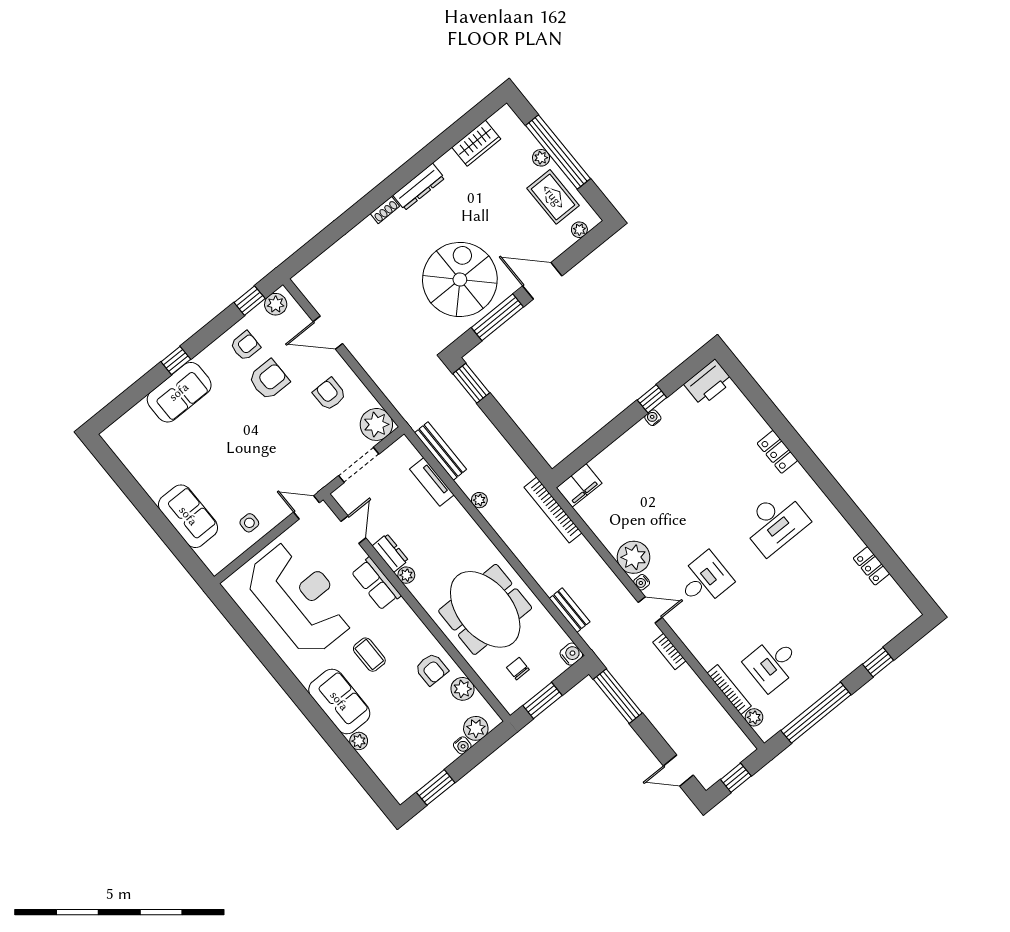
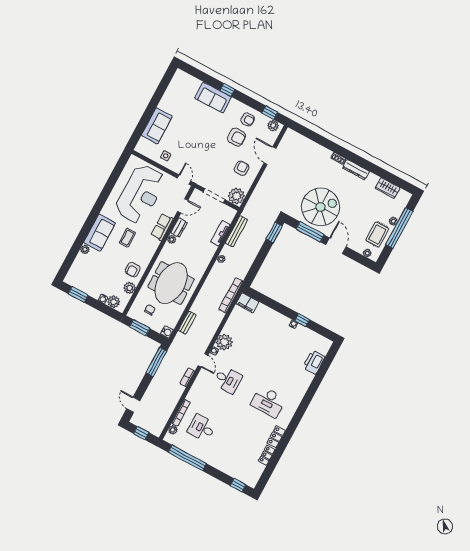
printer: (708, 383) -> (314, 362), moved, turned 90
locker: (777, 452) -> (276, 437), moved
window: (878, 662) -> (238, 485), moved

